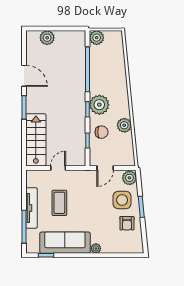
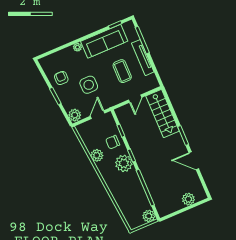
side table: (122, 200) -> (89, 85), moved

